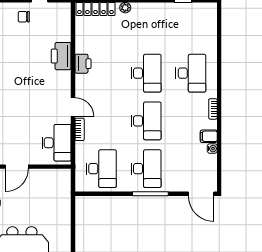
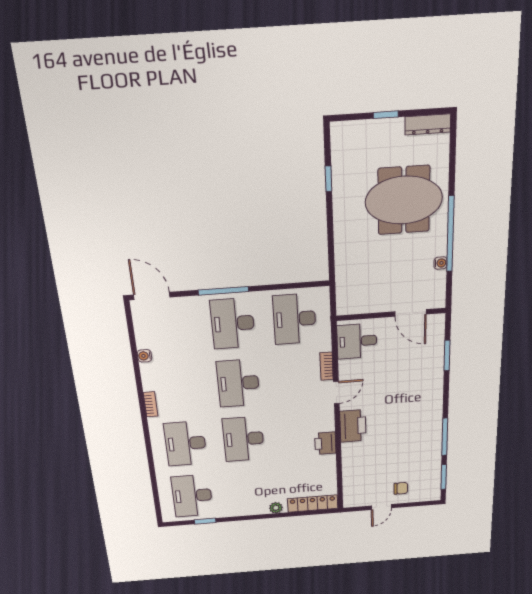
desk: (191, 25) -> (192, 496), added
printer: (61, 56) -> (353, 426), moved
door: (73, 107) -> (336, 393), swing flipped
filing cabinet: (209, 136) -> (151, 371), removed
desk: (56, 143) -> (357, 341), width x0.73
door: (17, 167) -> (411, 313), swing flipped

